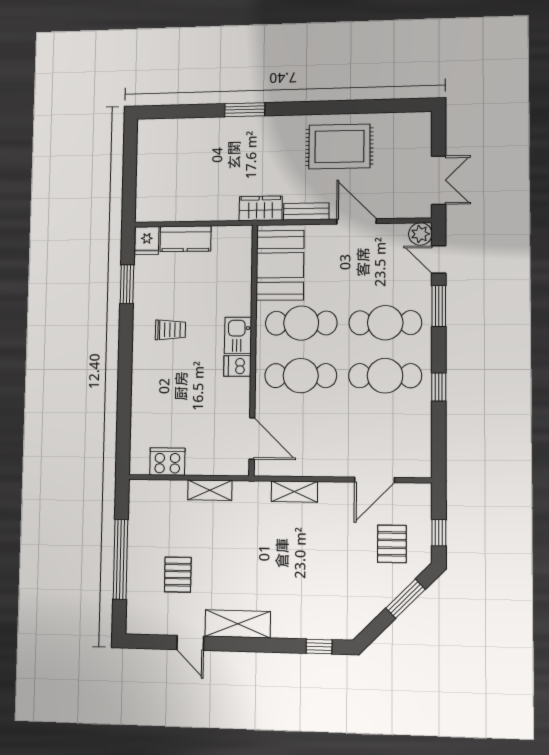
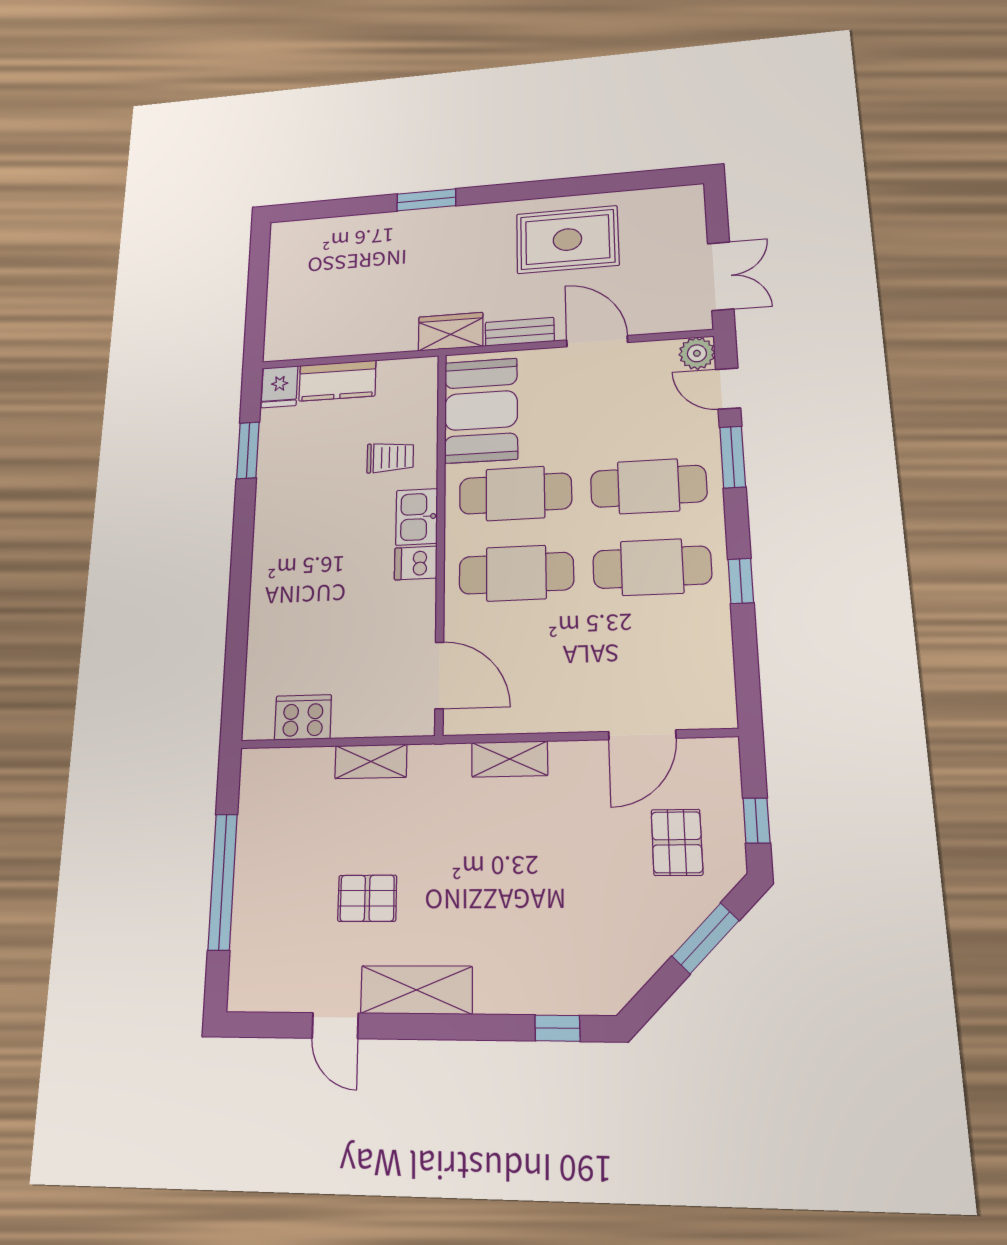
trolley: (170, 330) -> (390, 457), moved
pallet: (178, 575) -> (367, 898), moved, turned 90

